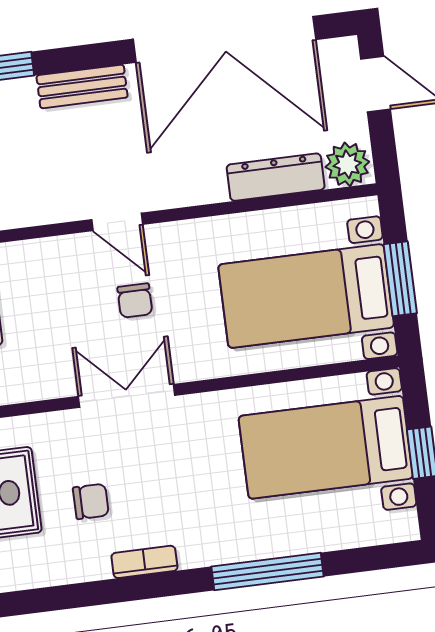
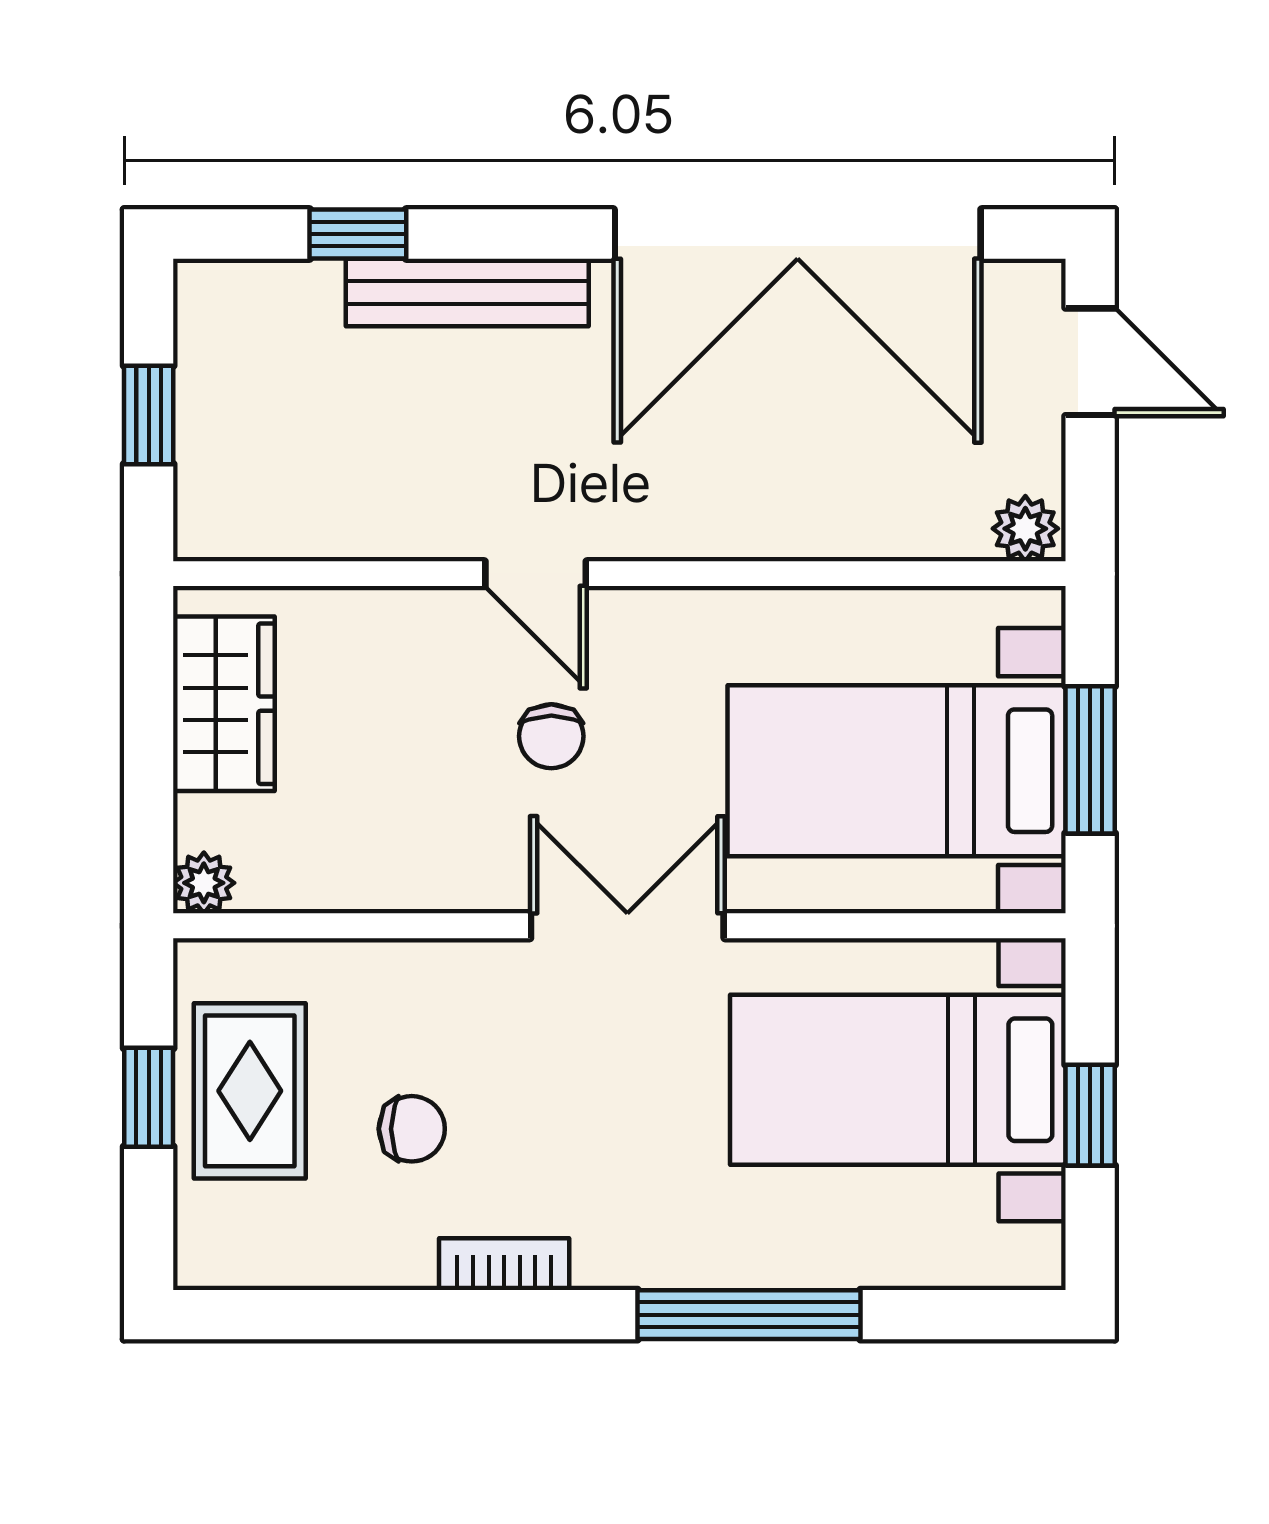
bench: (82, 86) -> (467, 292), width x1.36
plant: (347, 164) -> (1025, 529), width x0.73, depth x0.73
dresser: (276, 177) -> (866, 524), removed
double door: (127, 396) -> (627, 926), moved

